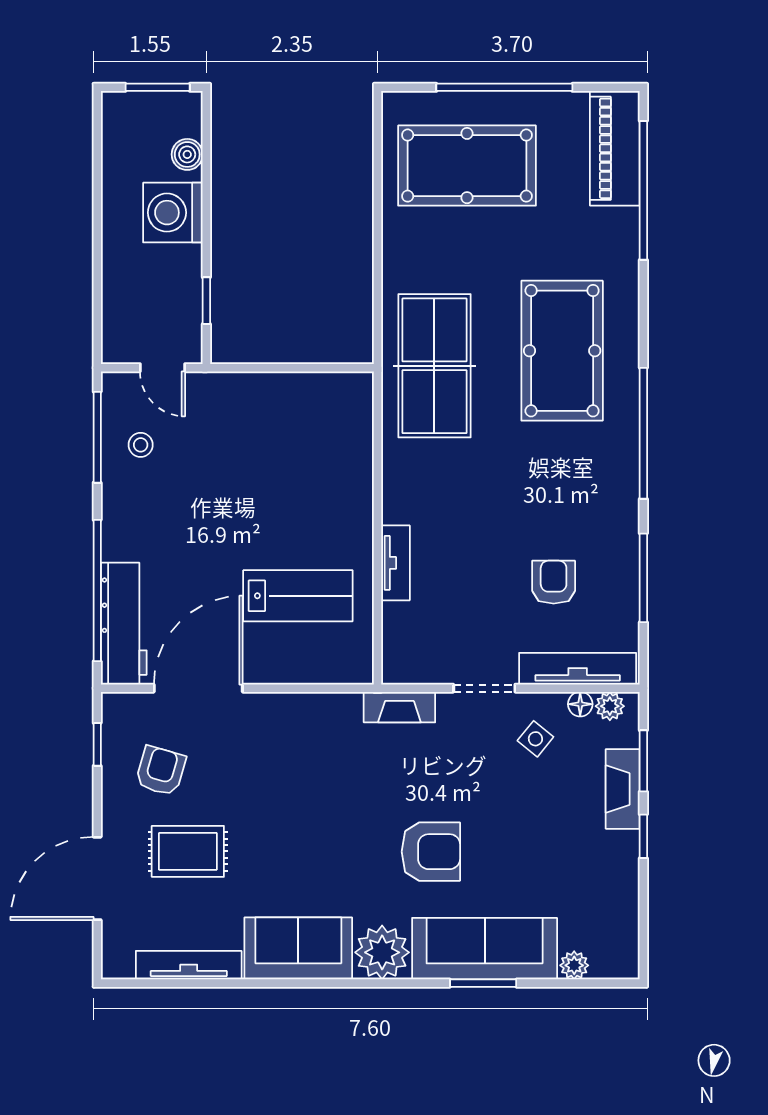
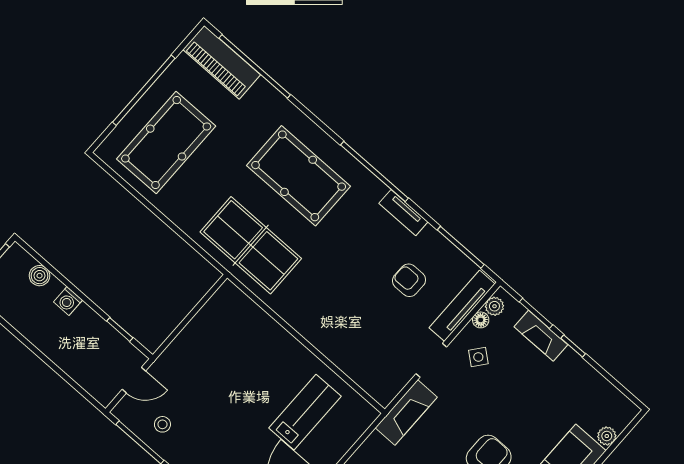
washing machine: (173, 213) -> (68, 301), width x0.53, depth x0.53
tv unit: (395, 563) -> (403, 213), moved, turned 180
window: (643, 578) -> (461, 247), moved
fireplace: (399, 707) -> (406, 412), width x1.37, depth x1.32

